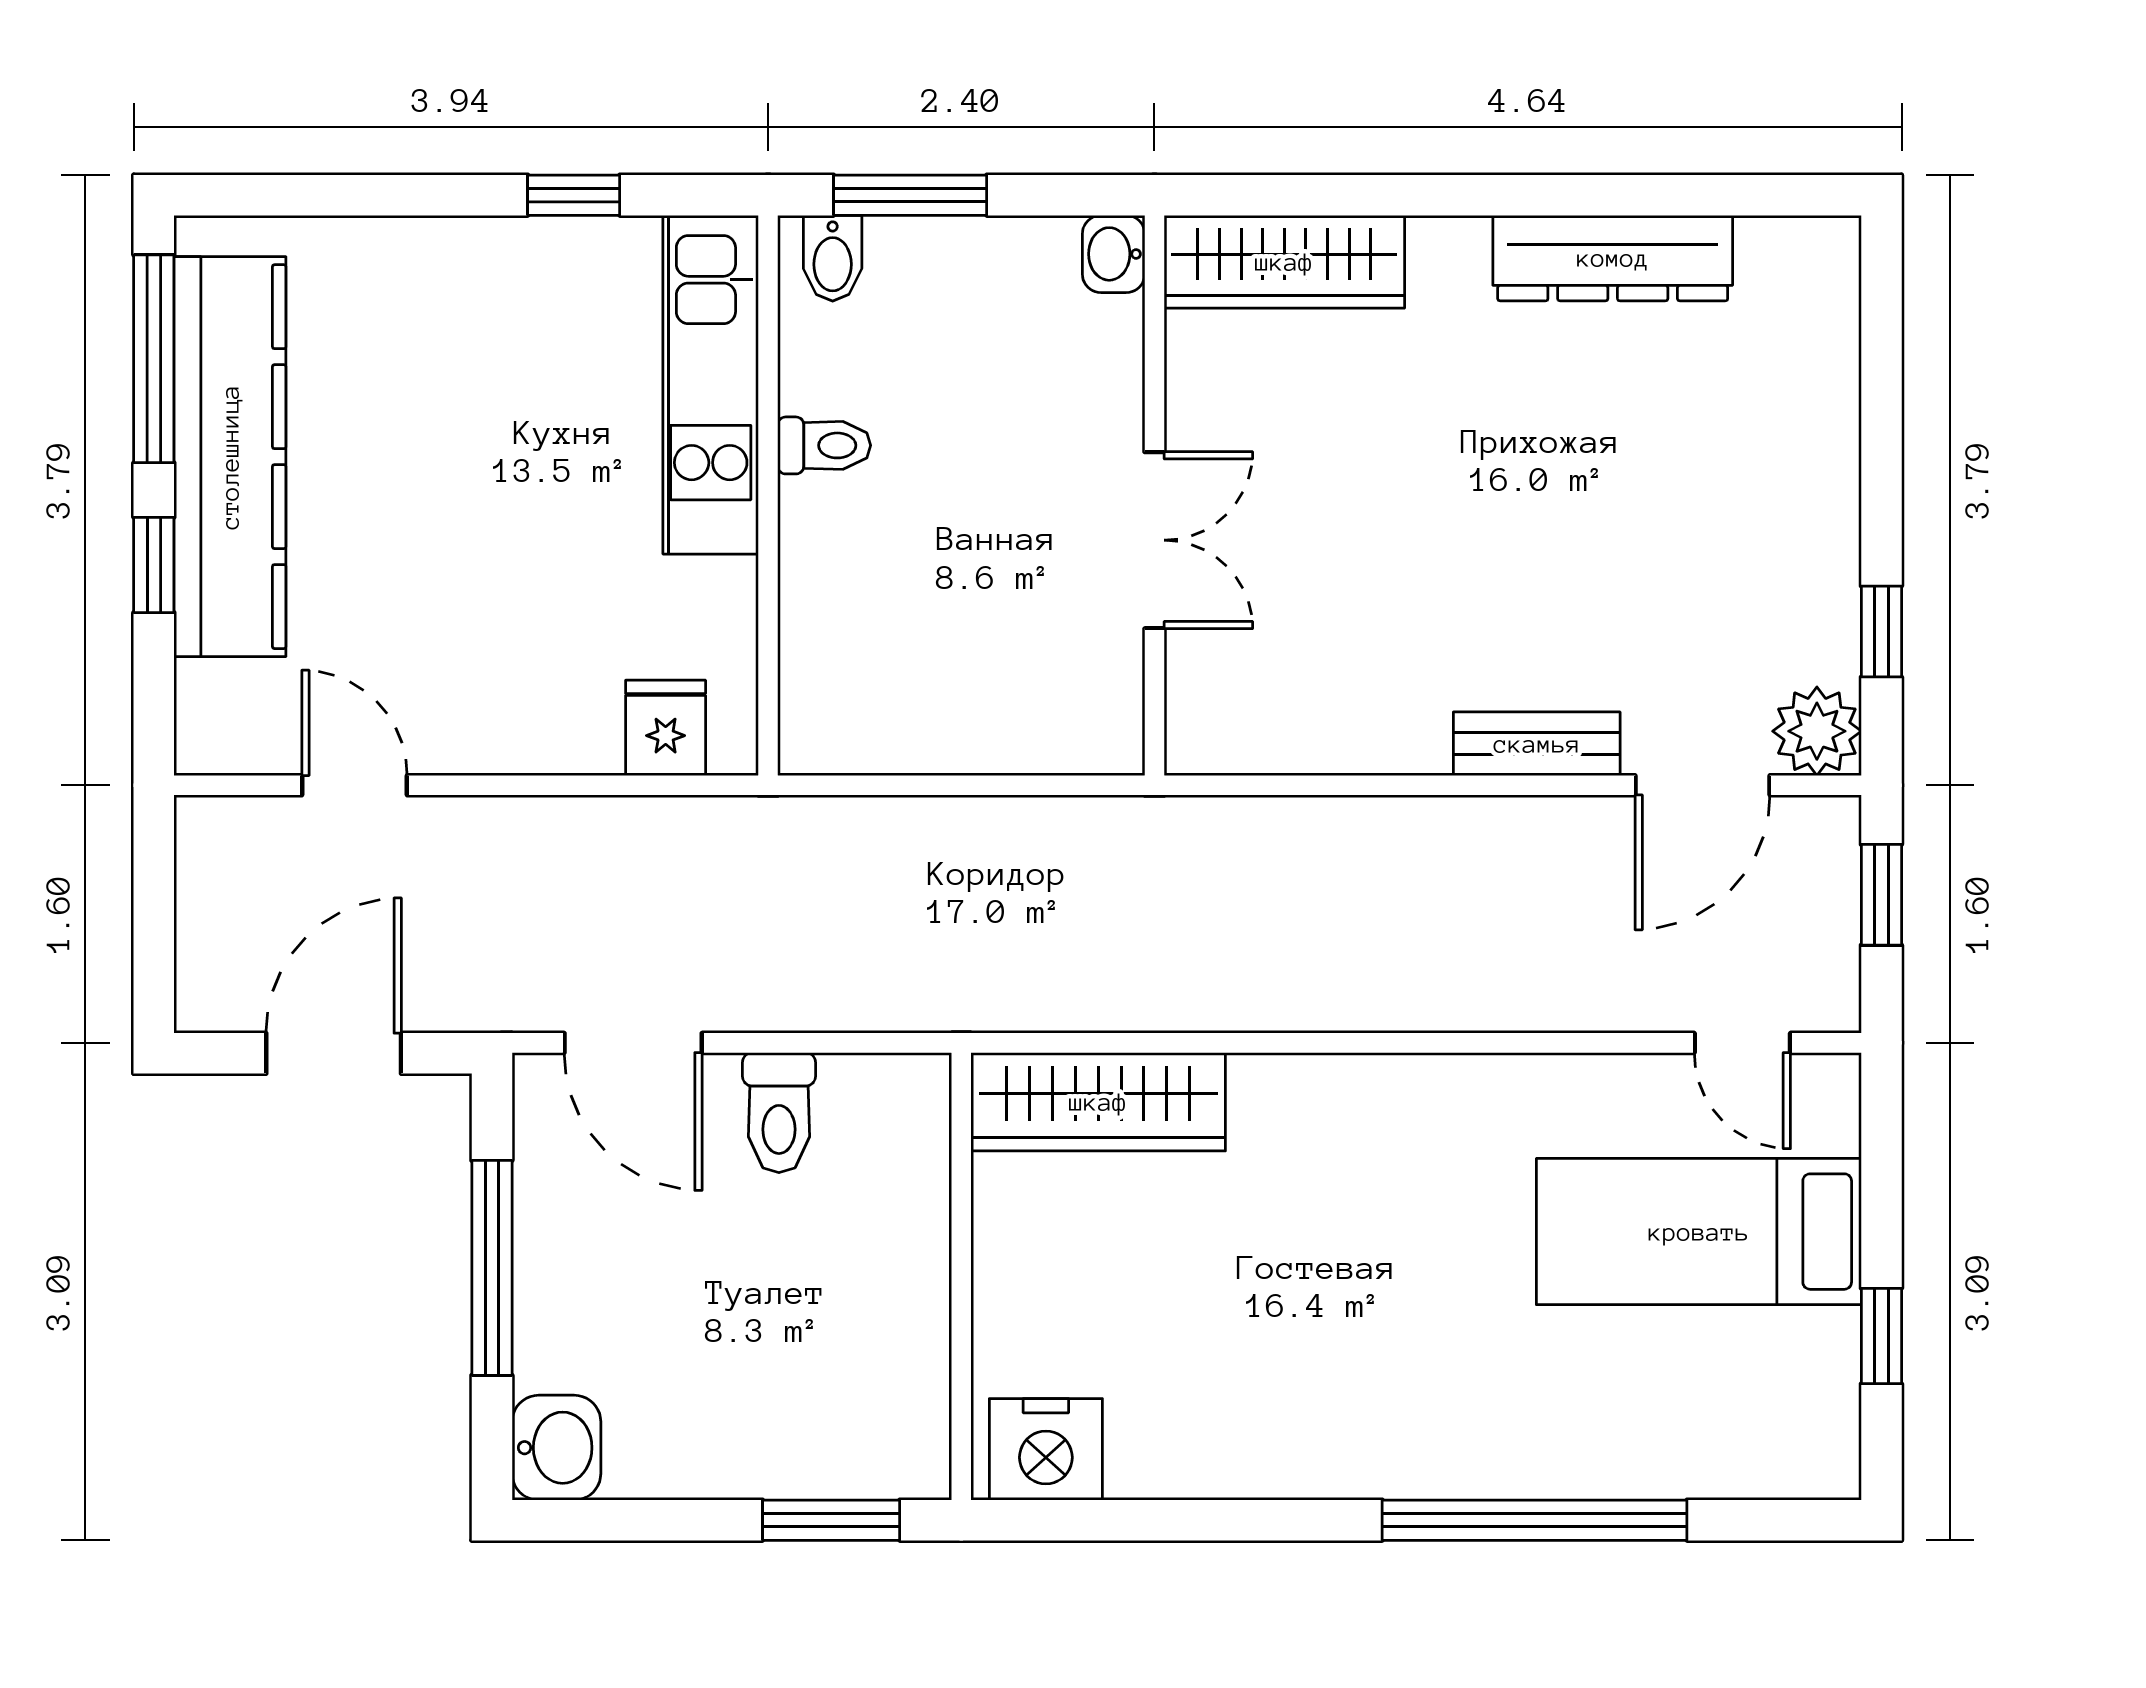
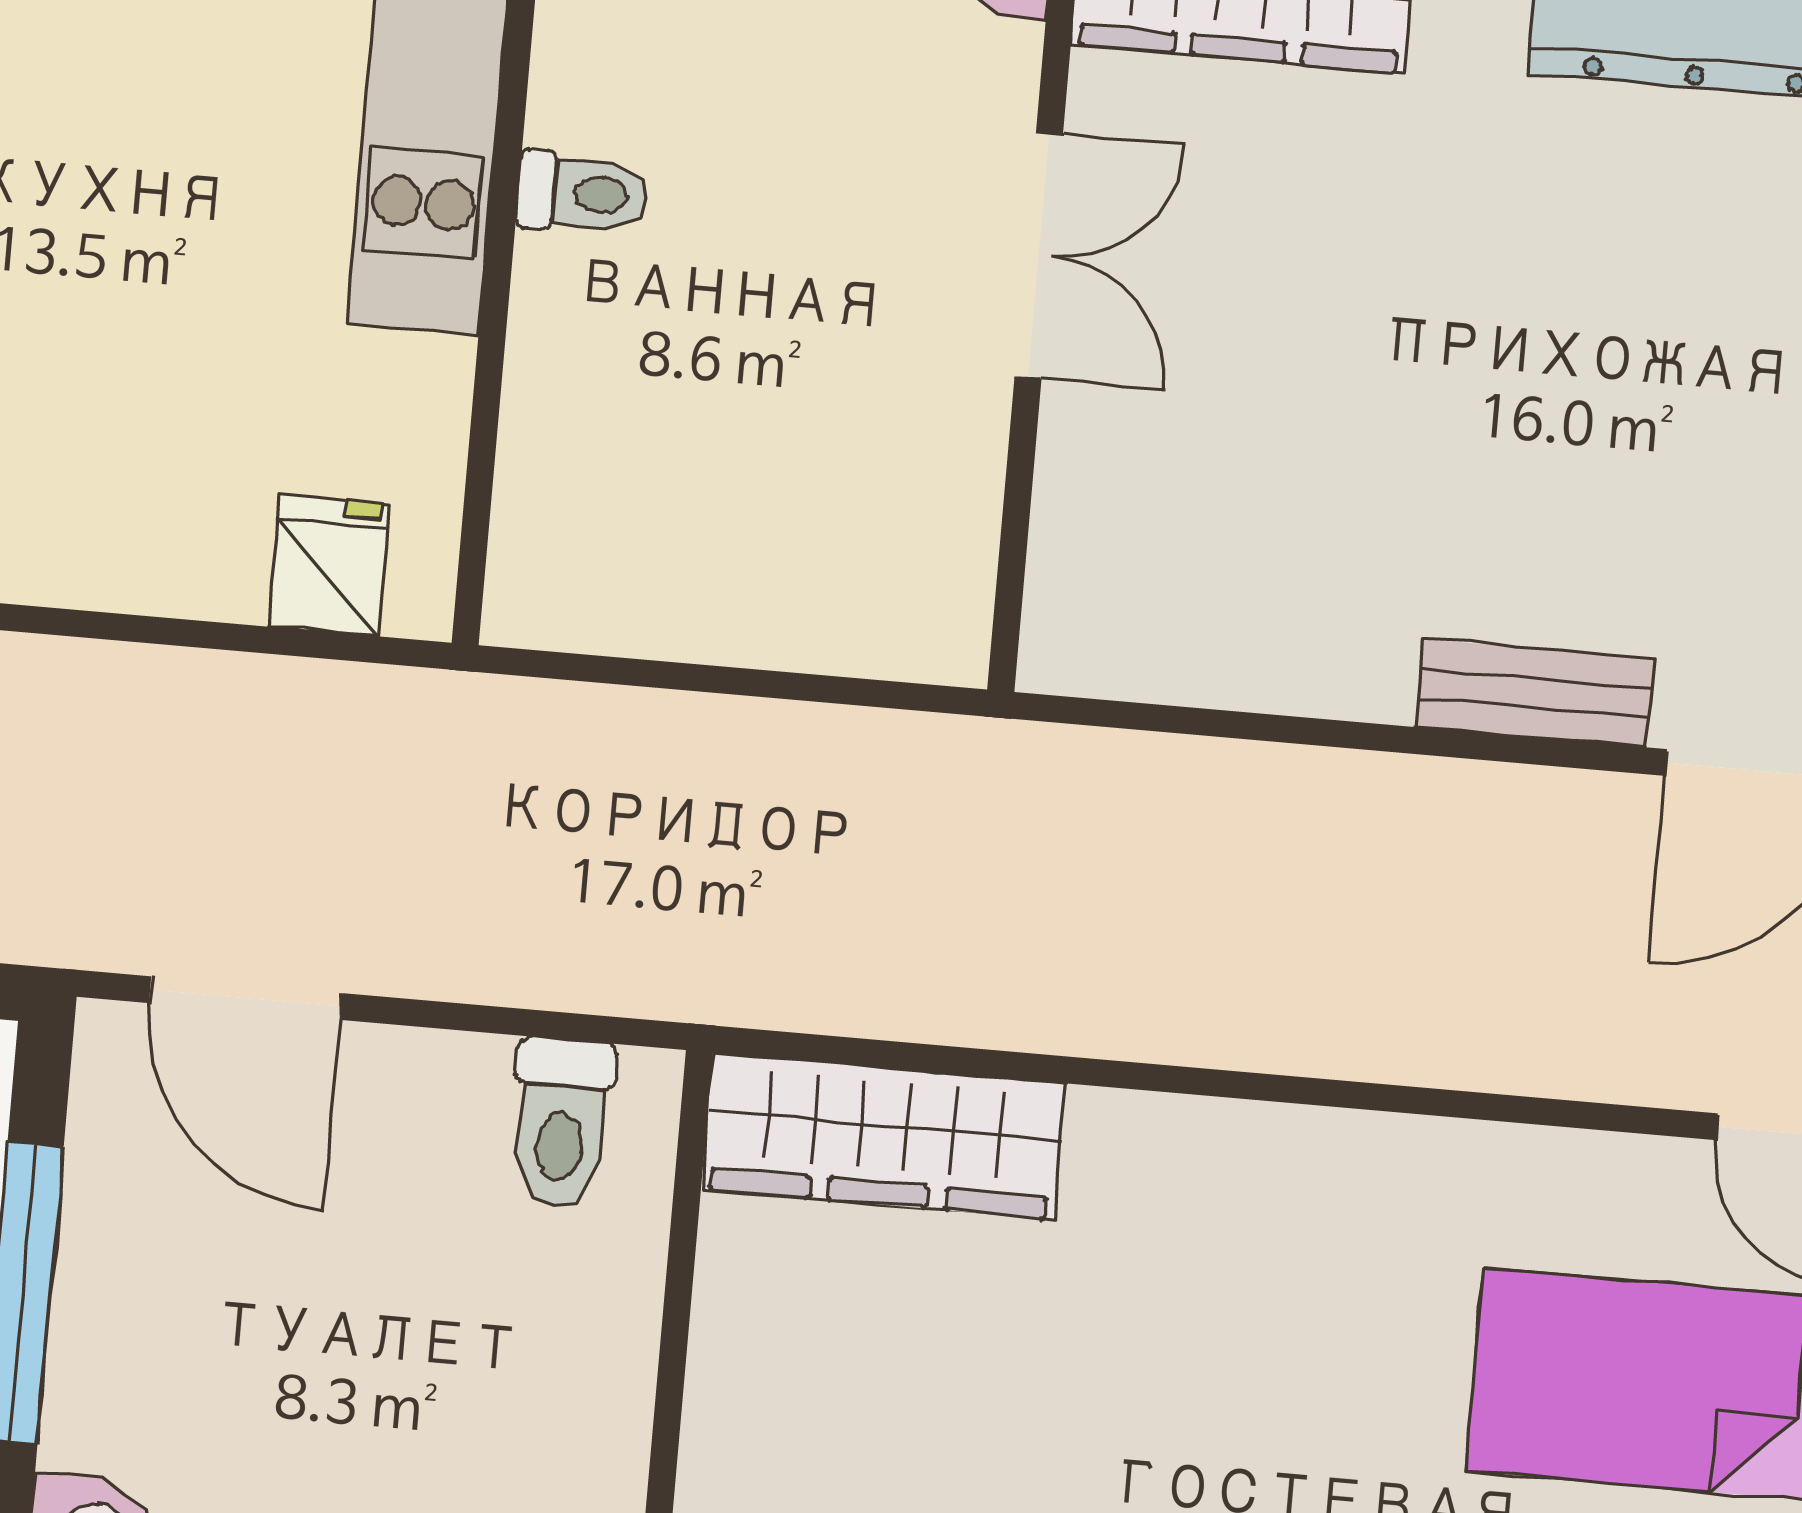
double door: (1154, 540) -> (1039, 255), moved
toilet: (779, 1113) -> (561, 1123), moved

